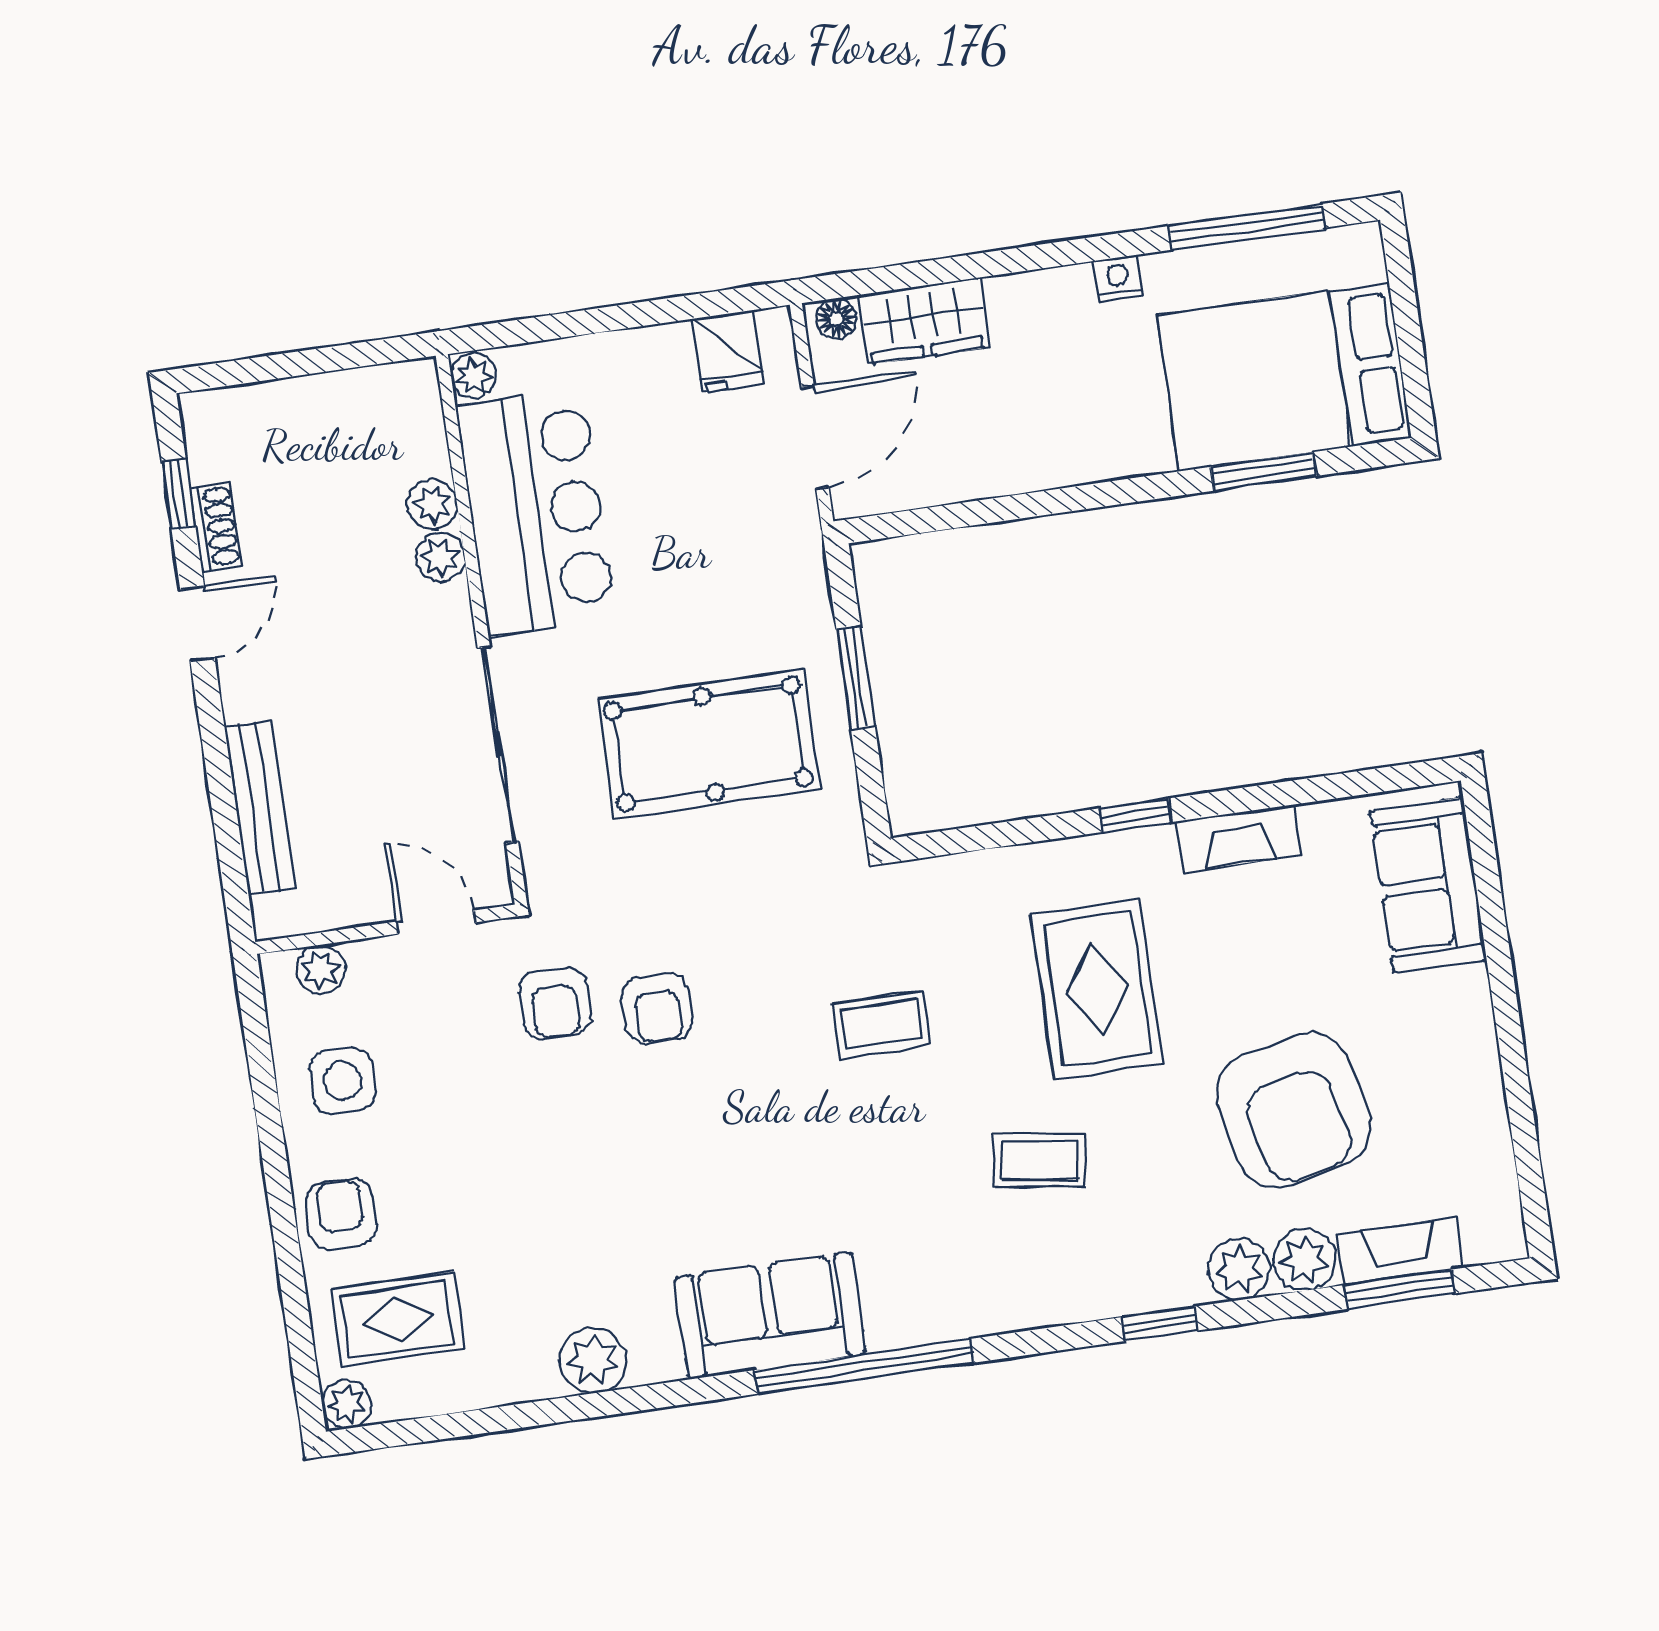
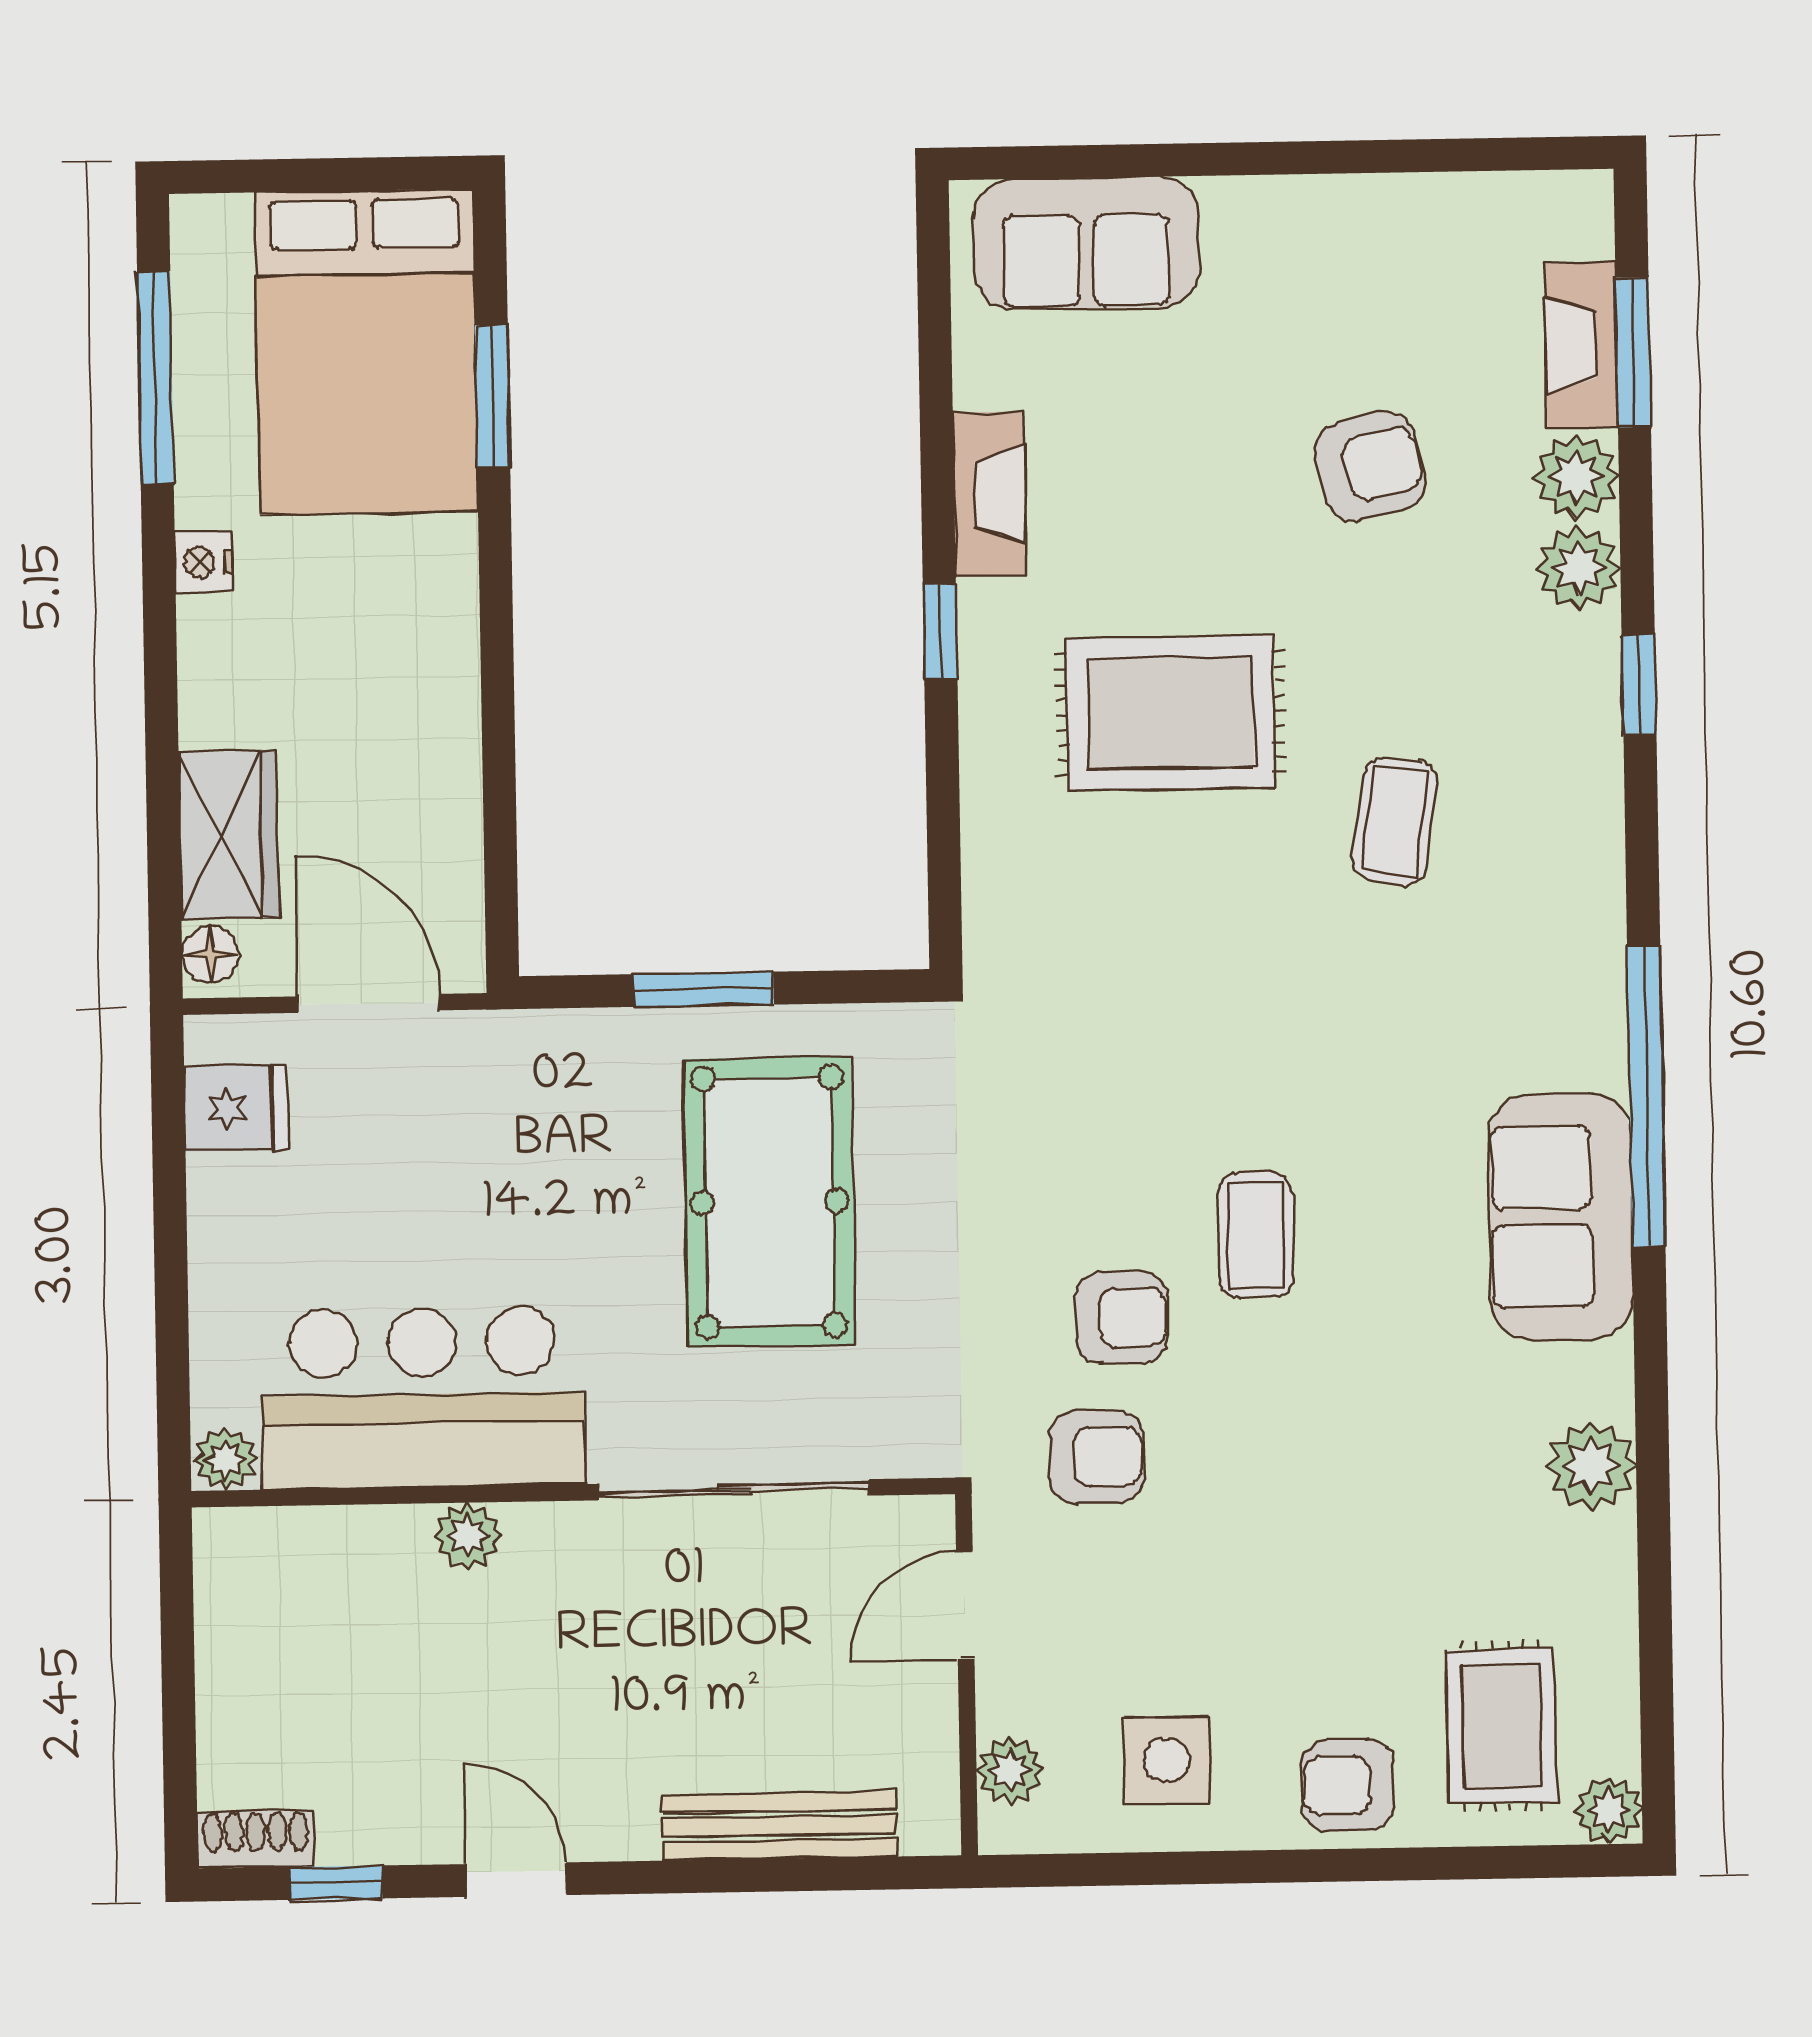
plant: (432, 504) -> (394, 1538), removed
shoe rack: (216, 527) -> (256, 1839), moved
coffee table: (881, 1024) -> (1256, 1235), moved
armchair: (1293, 1110) -> (1370, 466), width x0.53, depth x0.53

